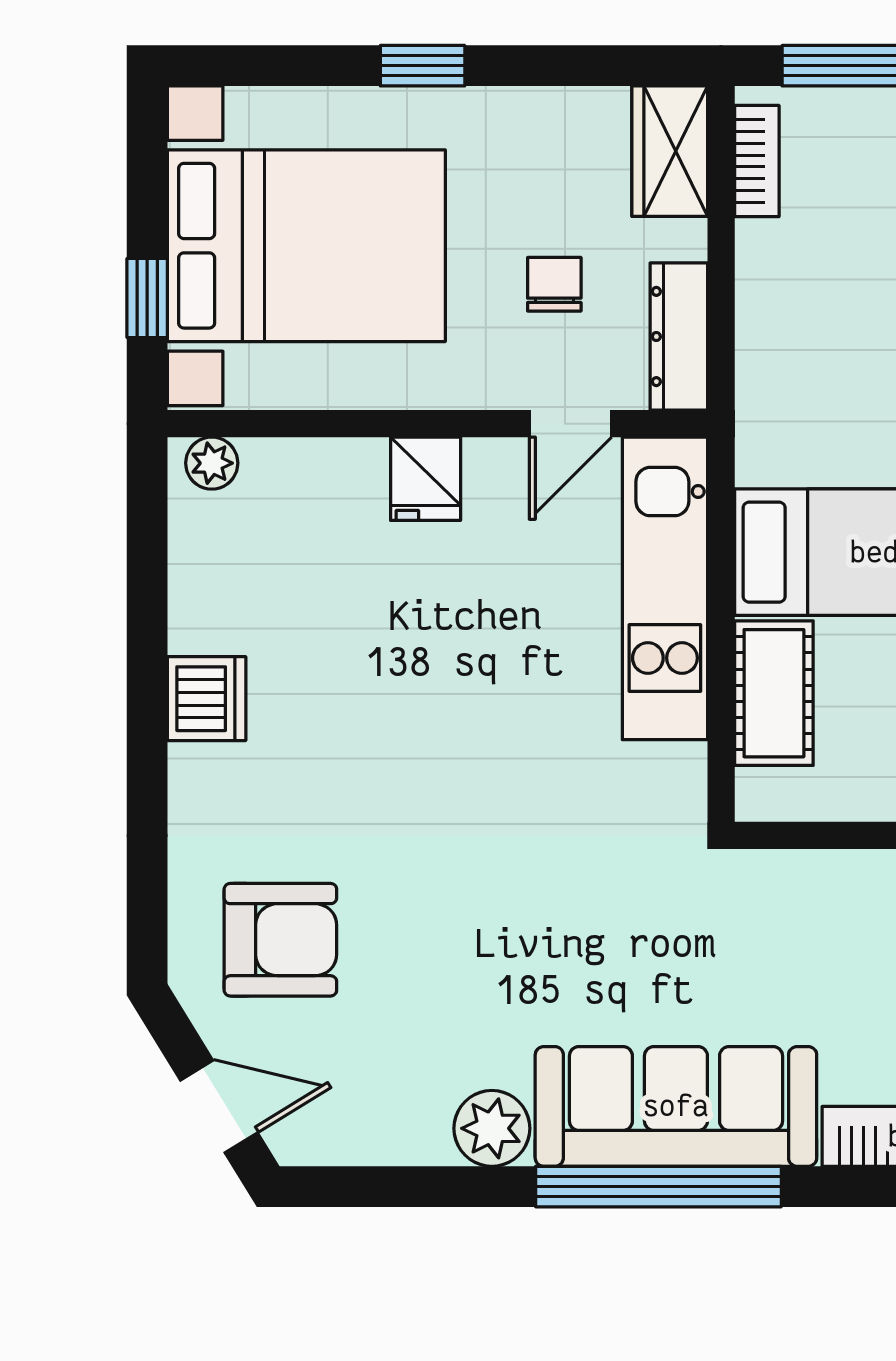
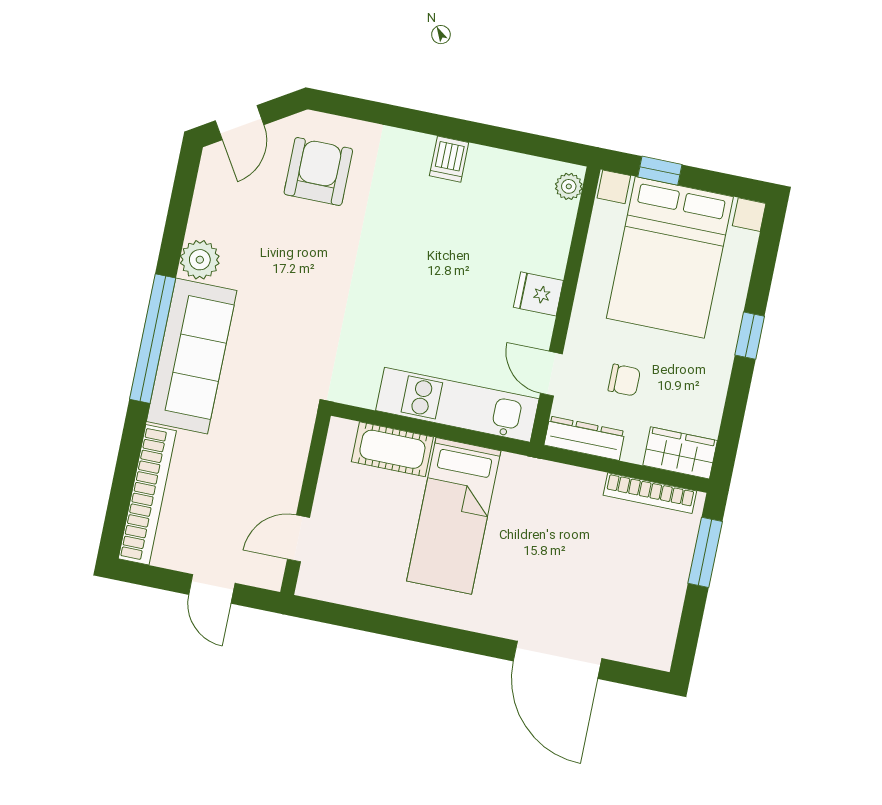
bookcase: (757, 161) -> (650, 493), width x1.56
dishwasher: (207, 699) -> (449, 159), width x0.73
armchair: (280, 940) -> (318, 171), turned 180

